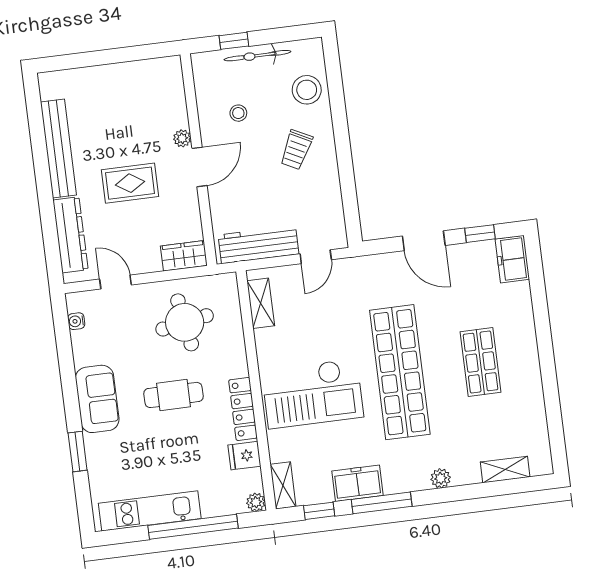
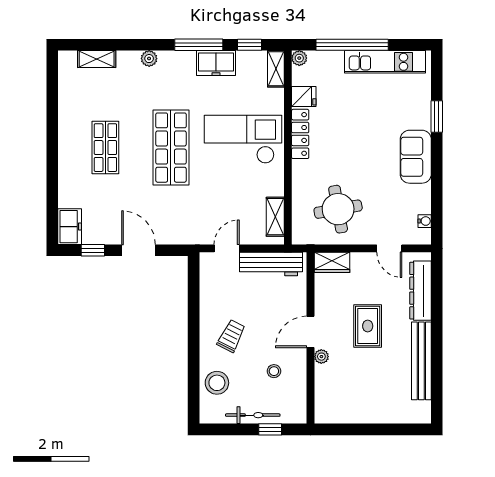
rug: (130, 183) -> (368, 326), turned 90
shop shelf: (400, 372) -> (171, 148), width x0.71
cafe table: (174, 395) -> (354, 152), removed

